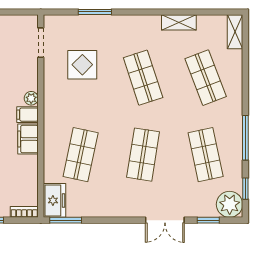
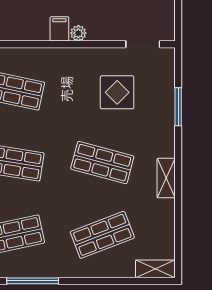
shelving: (179, 22) -> (166, 178), moved
shop shelf: (143, 78) -> (102, 163), turned 33
filing cabinet: (28, 139) -> (31, 30), removed

